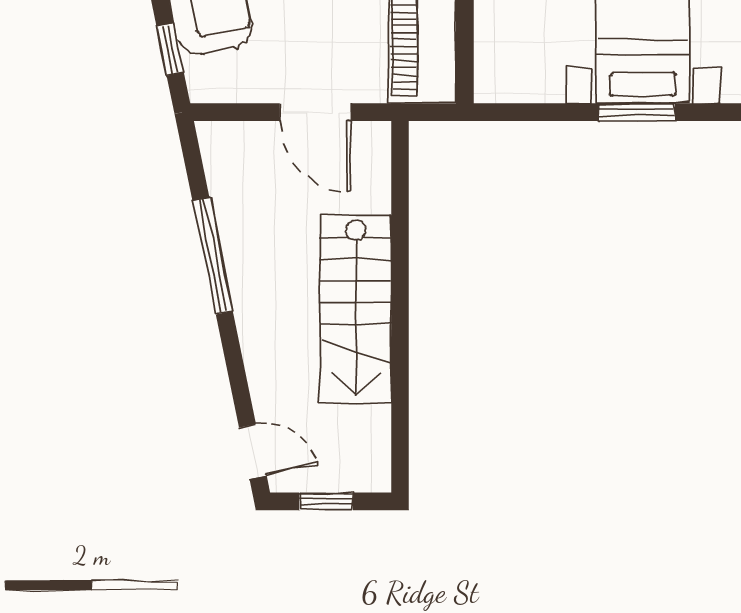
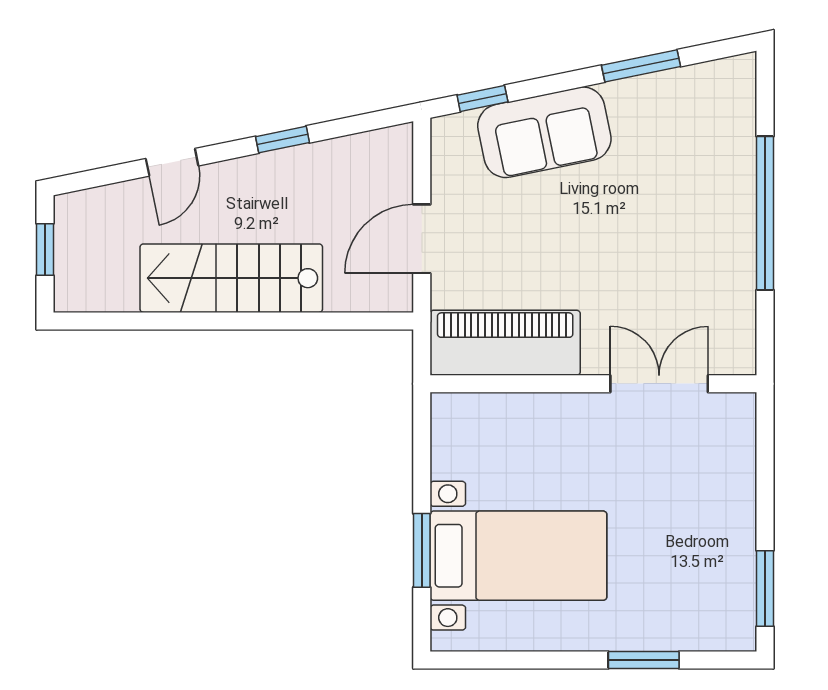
window: (213, 256) -> (282, 140), width x0.46
door: (253, 452) -> (172, 162), moved

